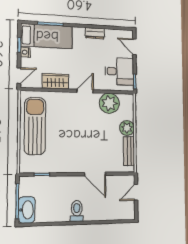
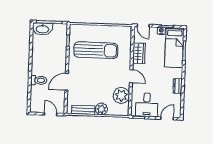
sun lounger: (35, 126) -> (96, 50), moved
toilet: (77, 211) -> (39, 80), moved

